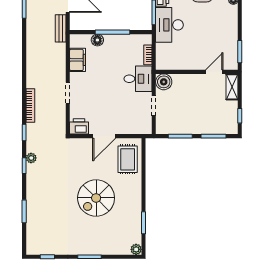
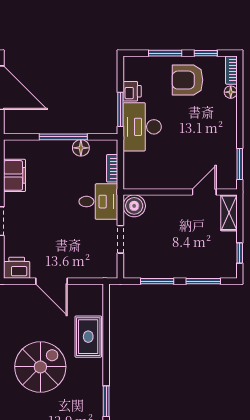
floor lamp: (97, 40) -> (81, 148), moved
door: (104, 136) -> (52, 281), hinge flipped
rug: (128, 159) -> (88, 337), moved
spiral stairs: (96, 198) -> (40, 367), turned 180

